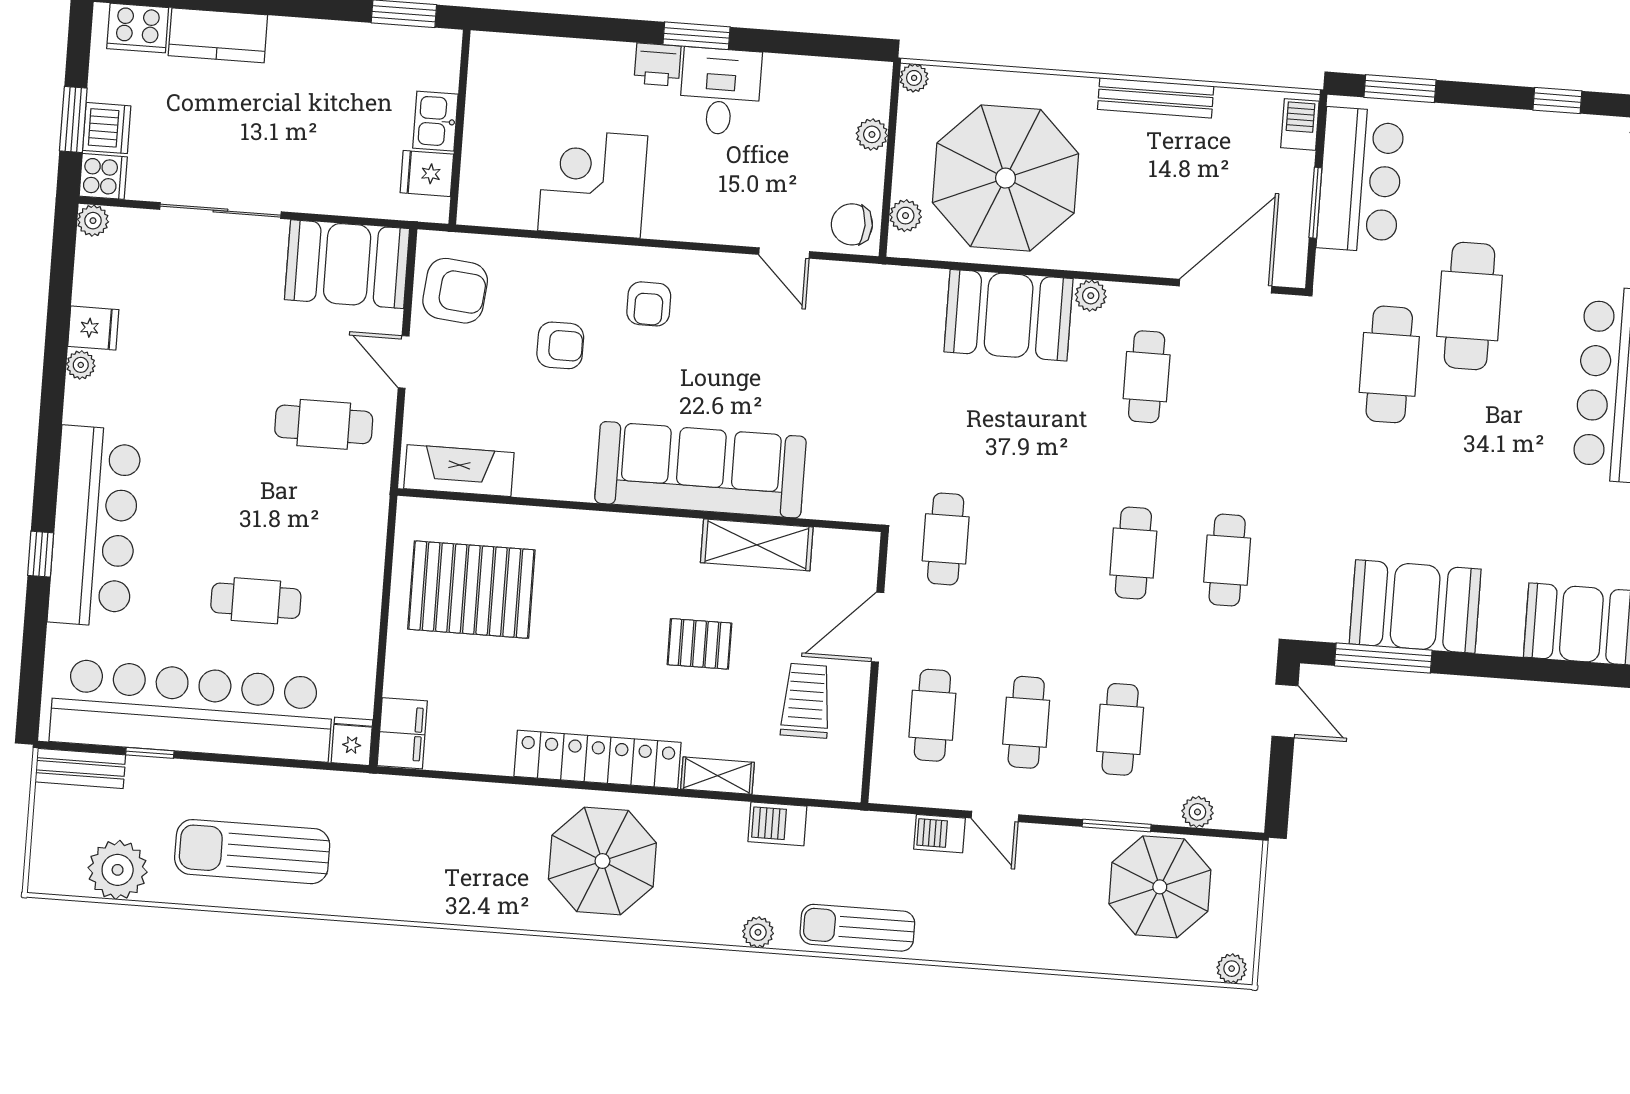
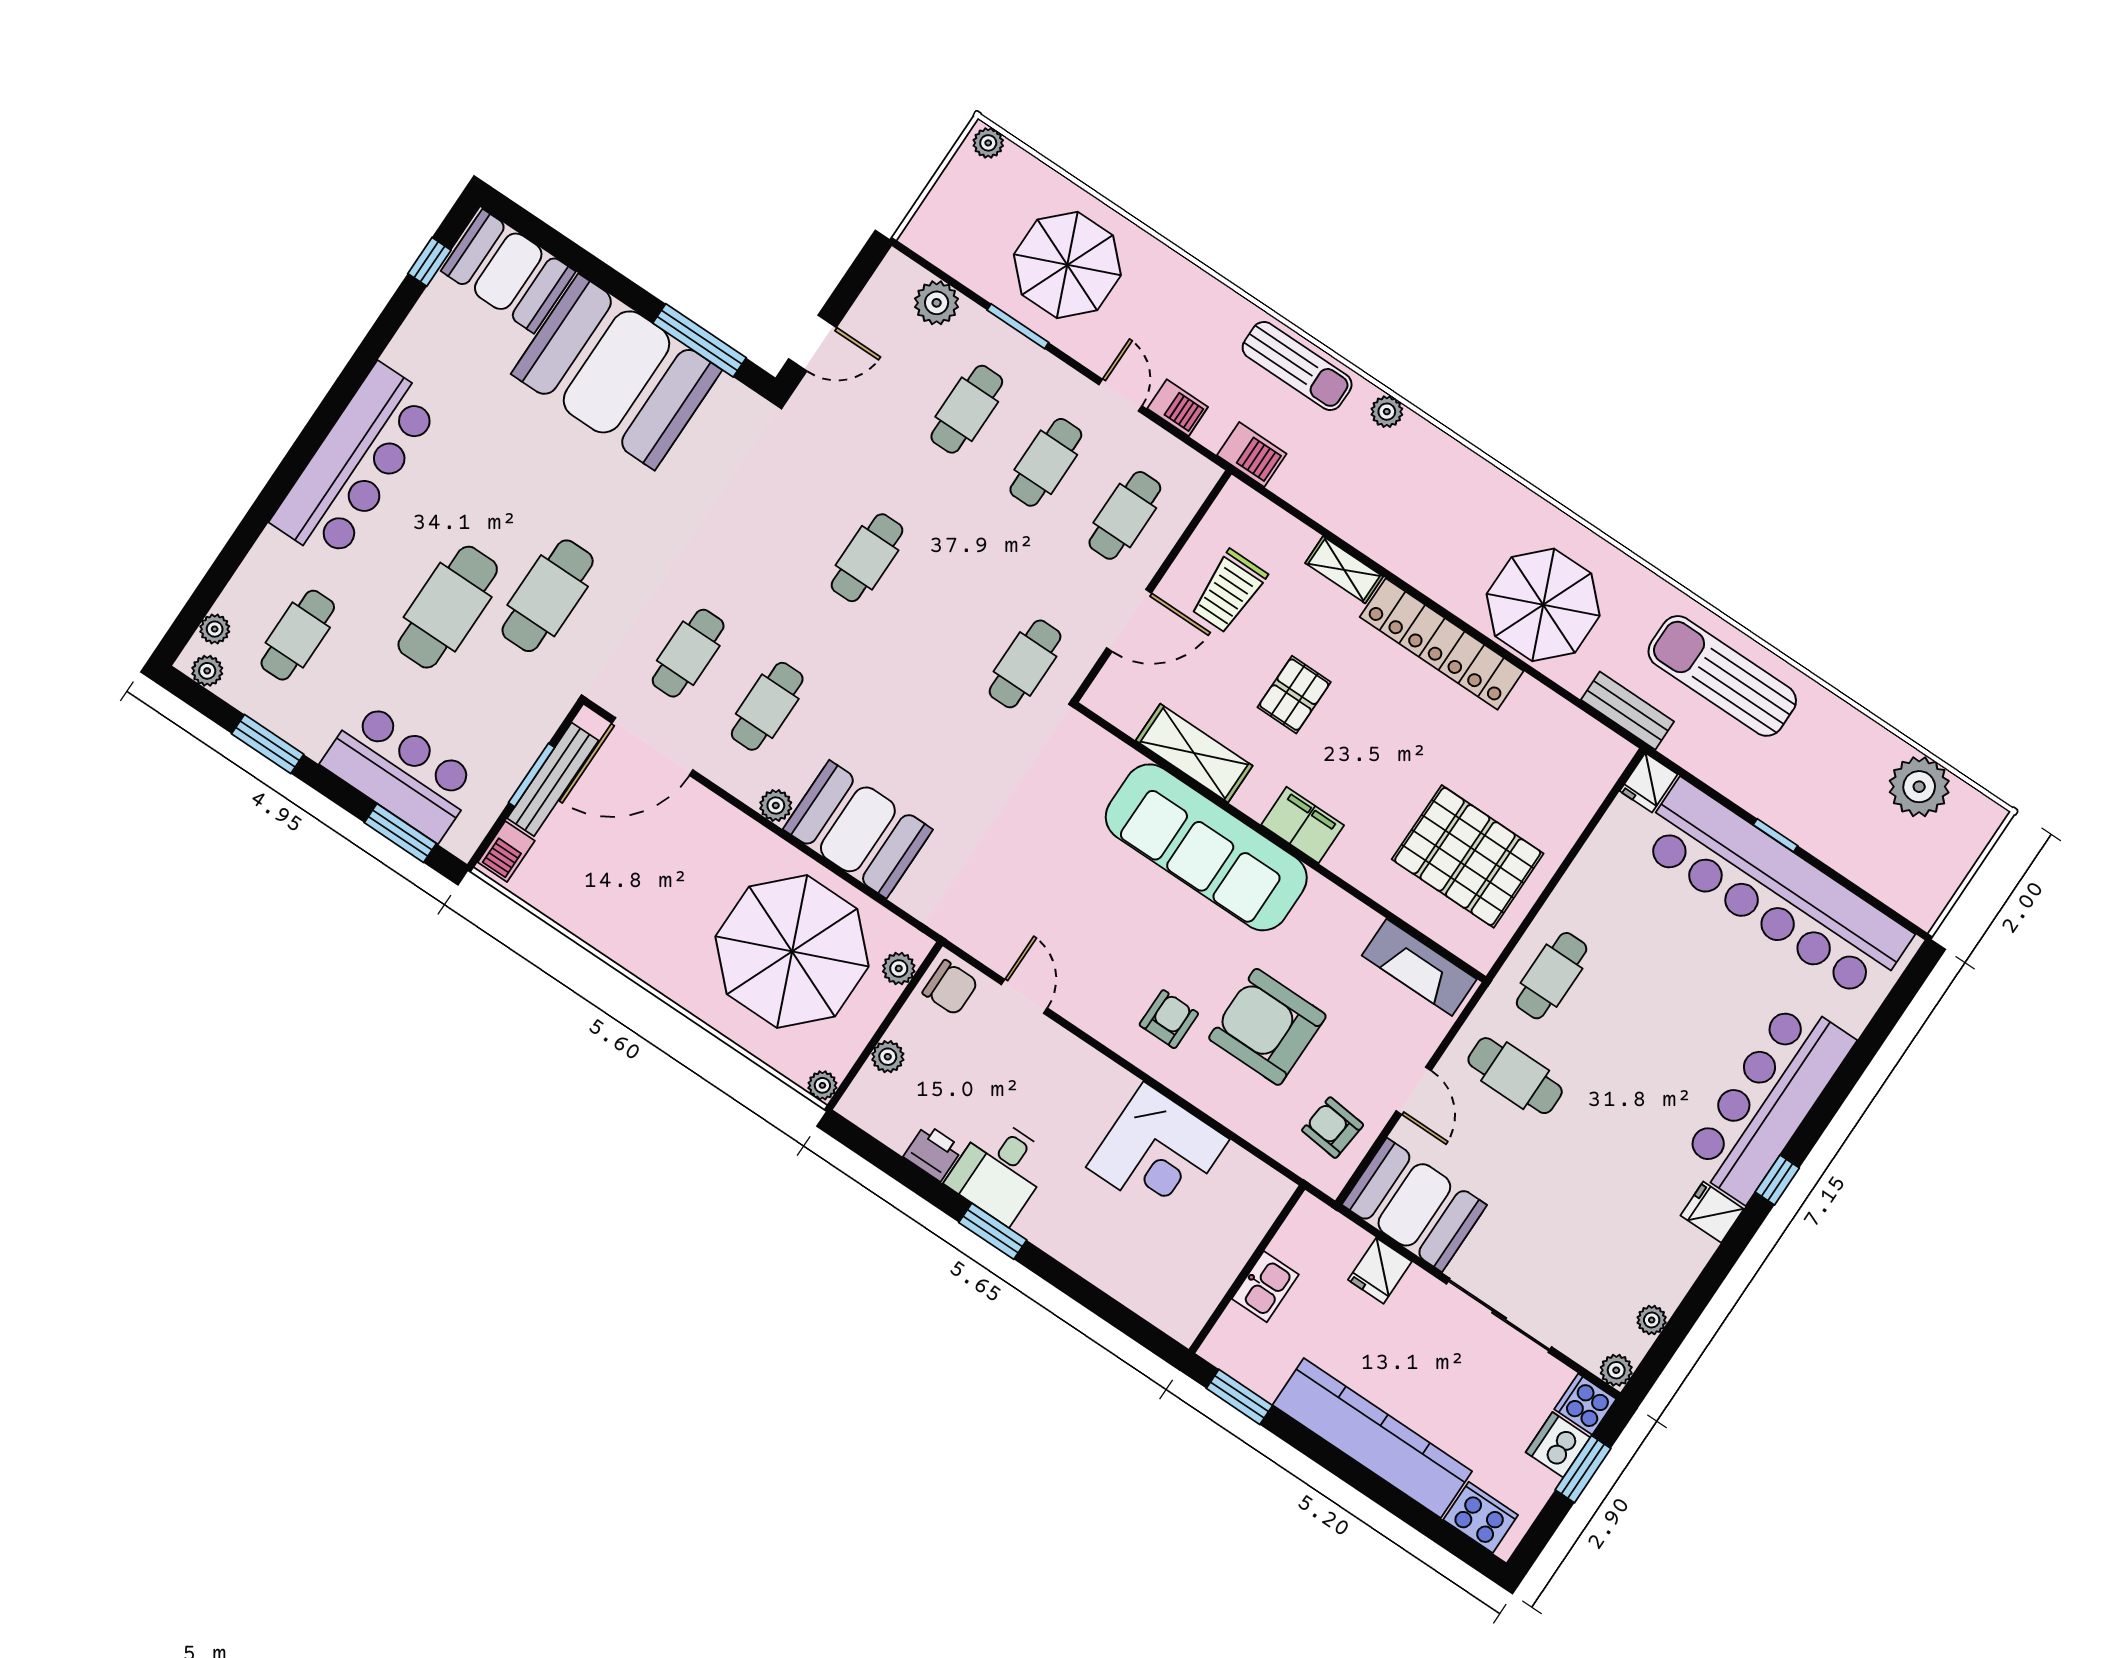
kitchen counter: (218, 35) -> (1372, 1438), width x2.08, depth x1.17
printer: (657, 65) -> (933, 1152), moved
bench: (1156, 98) -> (553, 779), moved, turned 90
window: (1557, 100) -> (268, 744), width x1.50
fridge: (427, 173) -> (1380, 1271), moved, turned 90
bar counter: (1360, 180) -> (401, 771), moved, turned 90
cafe table: (1585, 209) -> (298, 635), added
armchair: (455, 291) -> (1333, 1128), width x0.72, depth x0.72
fridge: (93, 328) -> (1712, 1212), moved
armchair: (560, 345) -> (1267, 1027), width x1.88, depth x1.88
plant: (81, 365) -> (1652, 1320), moved
window: (41, 554) -> (1777, 1180), moved
cafe table: (1227, 560) -> (688, 653), moved
cafe table: (256, 601) -> (1552, 976), moved, turned 90
booth: (1415, 607) -> (616, 372), width x1.36, depth x1.42
pallet: (699, 644) -> (1294, 695), turned 90
door: (1285, 711) -> (813, 343), swing flipped
filing cabinet: (402, 733) -> (1303, 825), moved, turned 90
window: (150, 753) -> (1776, 835), moved
bench: (80, 768) -> (1627, 711), moved
plant: (1197, 812) -> (937, 303), width x1.38, depth x1.38
barbecue: (777, 824) -> (1252, 454), moved
sun lounger: (252, 852) -> (1722, 676), moved, turned 180
parasol: (602, 861) -> (1543, 605), moved
parasol: (1160, 887) -> (1067, 265), moved

